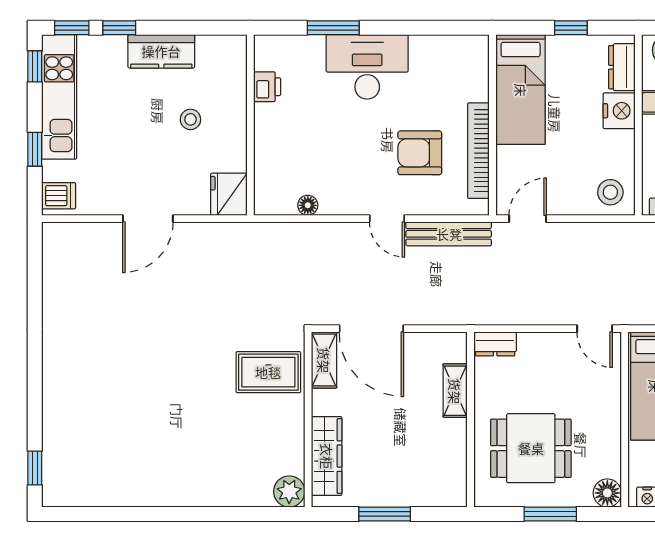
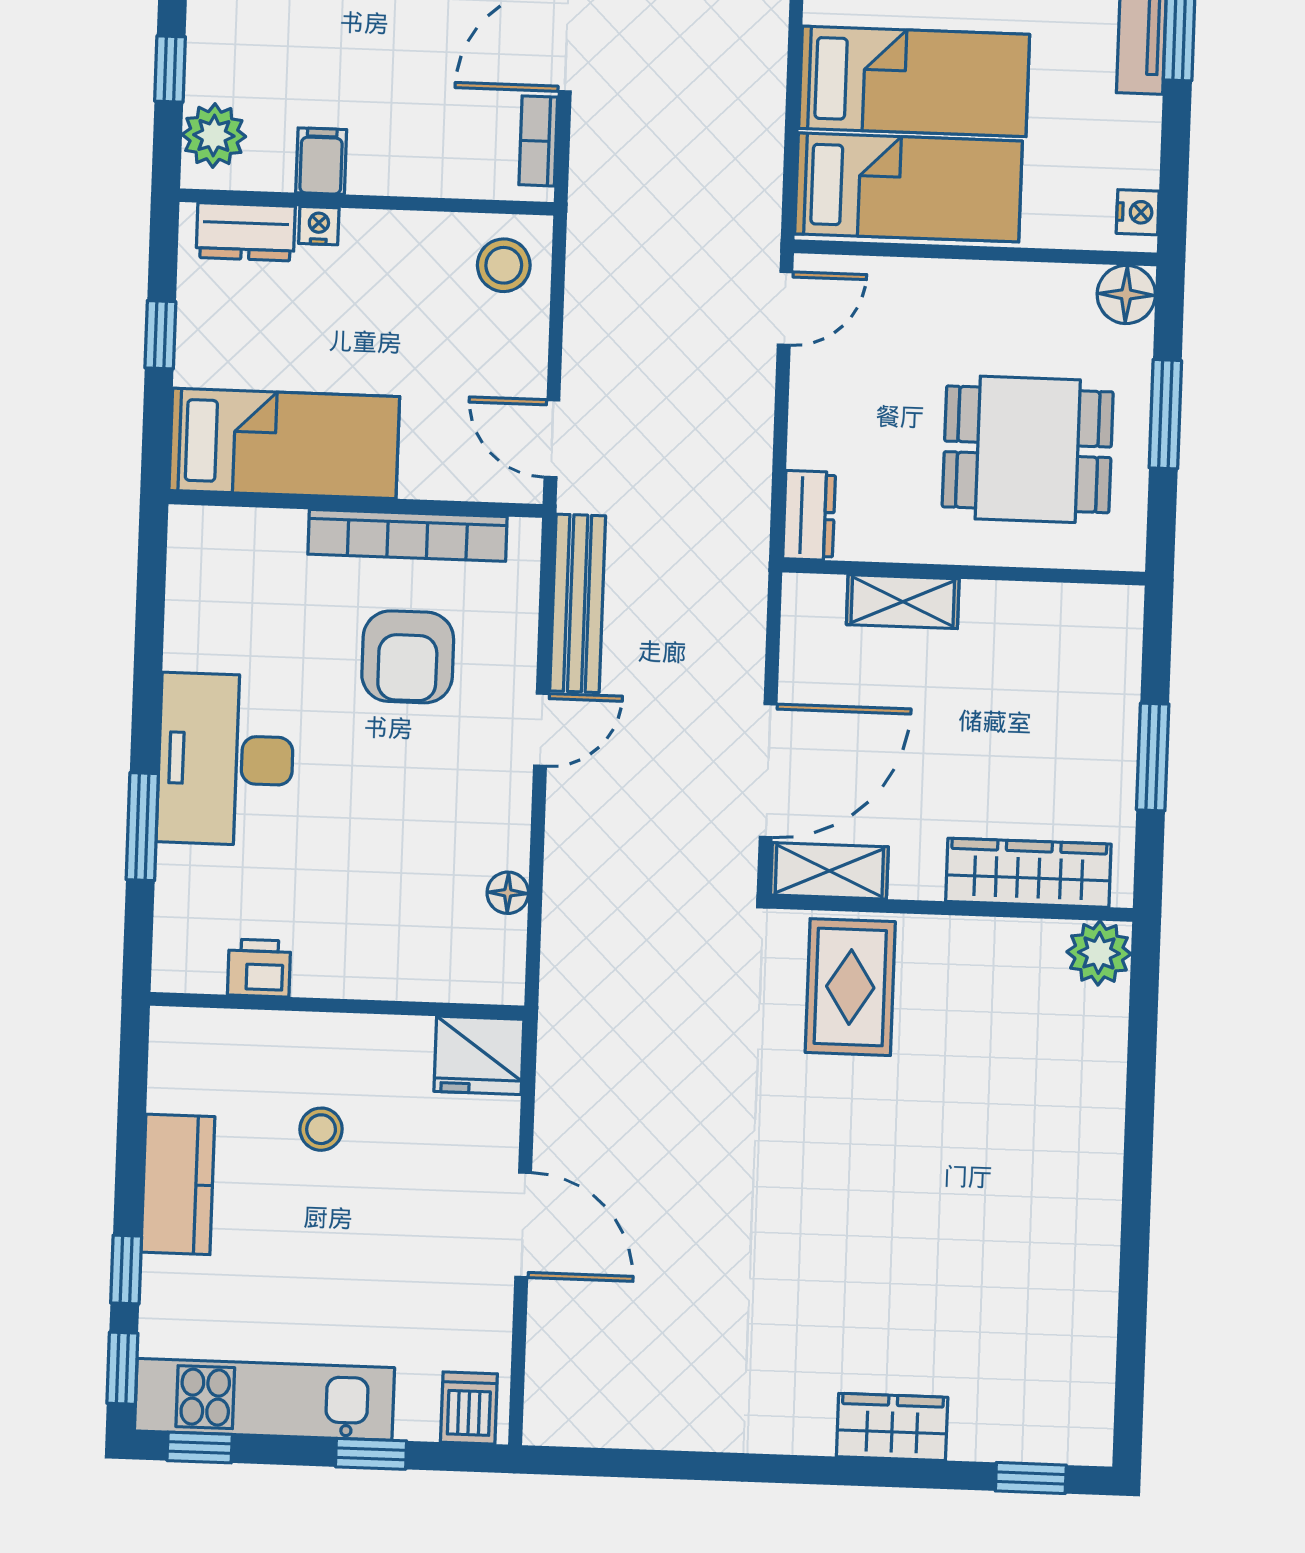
nightstand: (619, 111) -> (319, 226), width x0.53, depth x0.56
wardrobe: (57, 400) -> (892, 1427), added
dining table: (531, 448) -> (1028, 449), turned 90

